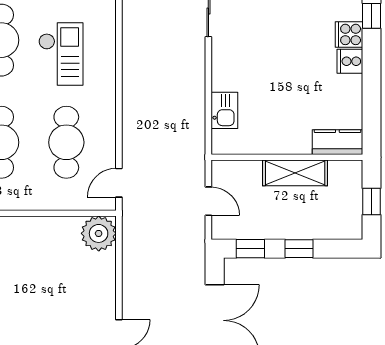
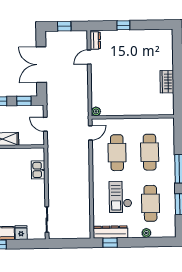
plant: (99, 233) -> (96, 111), width x0.53, depth x0.53

